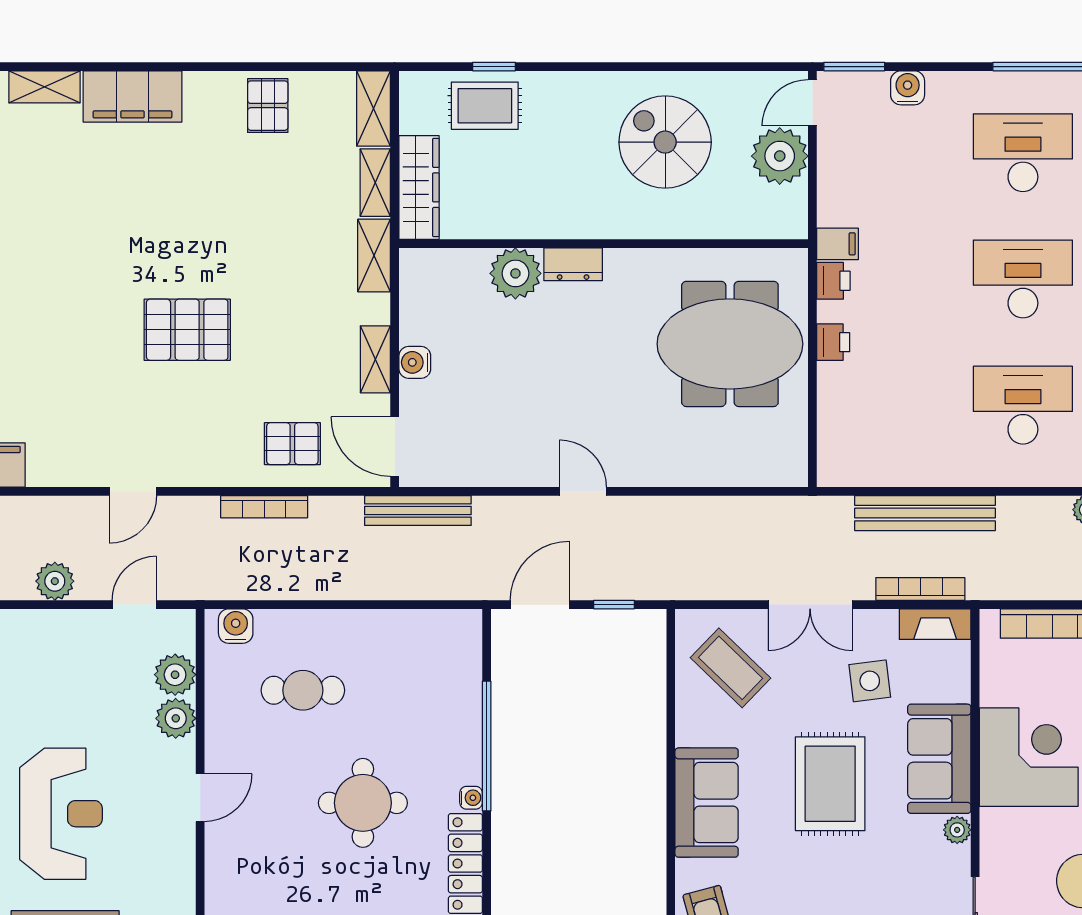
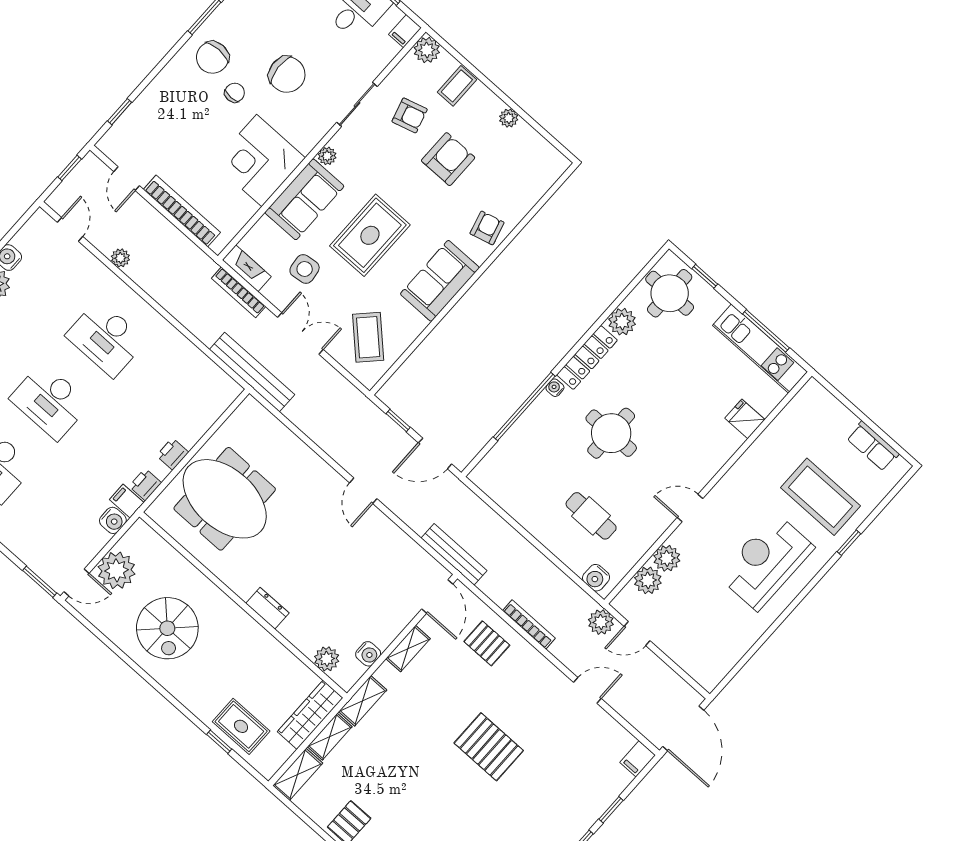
water cooler: (908, 88) -> (113, 520), moved, turned -90
plant: (515, 273) -> (327, 659), moved, width x0.73, depth x0.73
water cooler: (415, 362) -> (368, 654), moved
bench: (925, 513) -> (252, 372), moved
plant: (55, 581) -> (601, 622), moved

